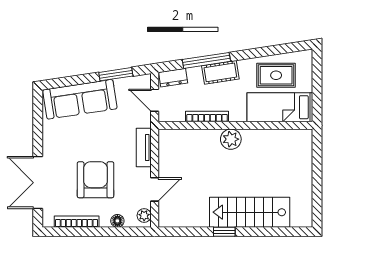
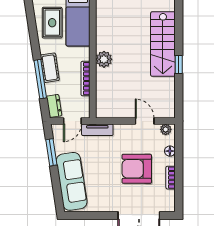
tv unit: (144, 148) -> (97, 130), moved
bookcase: (77, 222) -> (171, 178), width x0.64

